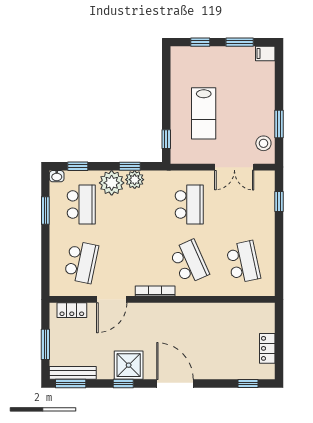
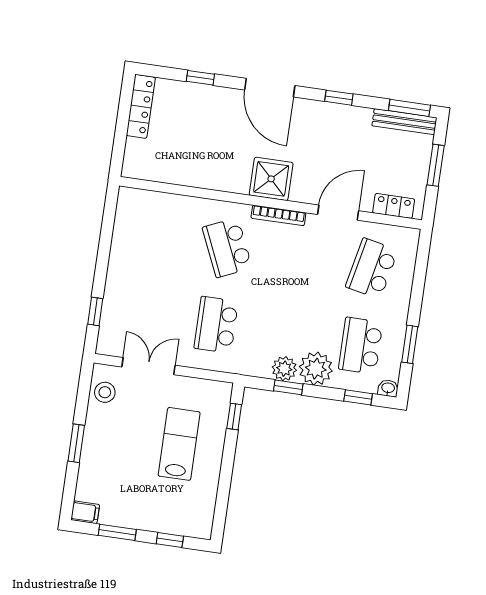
window: (279, 124) -> (76, 443), moved
school desk: (243, 262) -> (155, 237), removed
locker: (267, 348) -> (141, 106), width x1.53
shower: (129, 365) -> (271, 179), moved
window: (248, 384) -> (200, 78), moved

